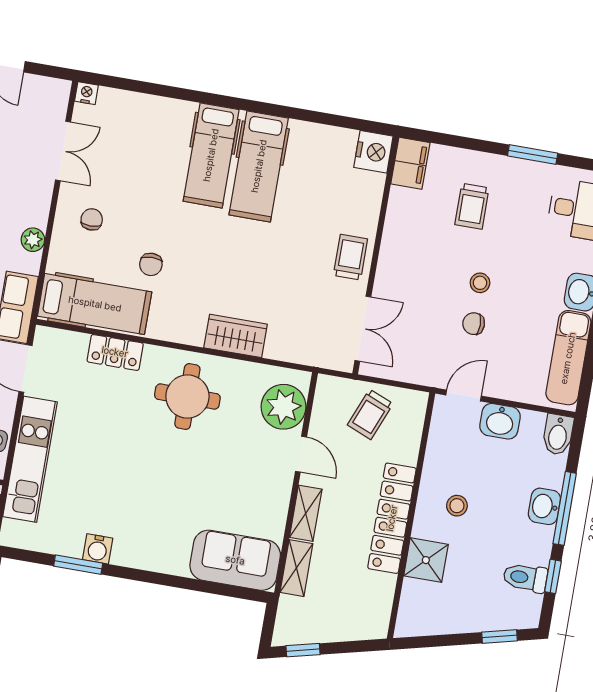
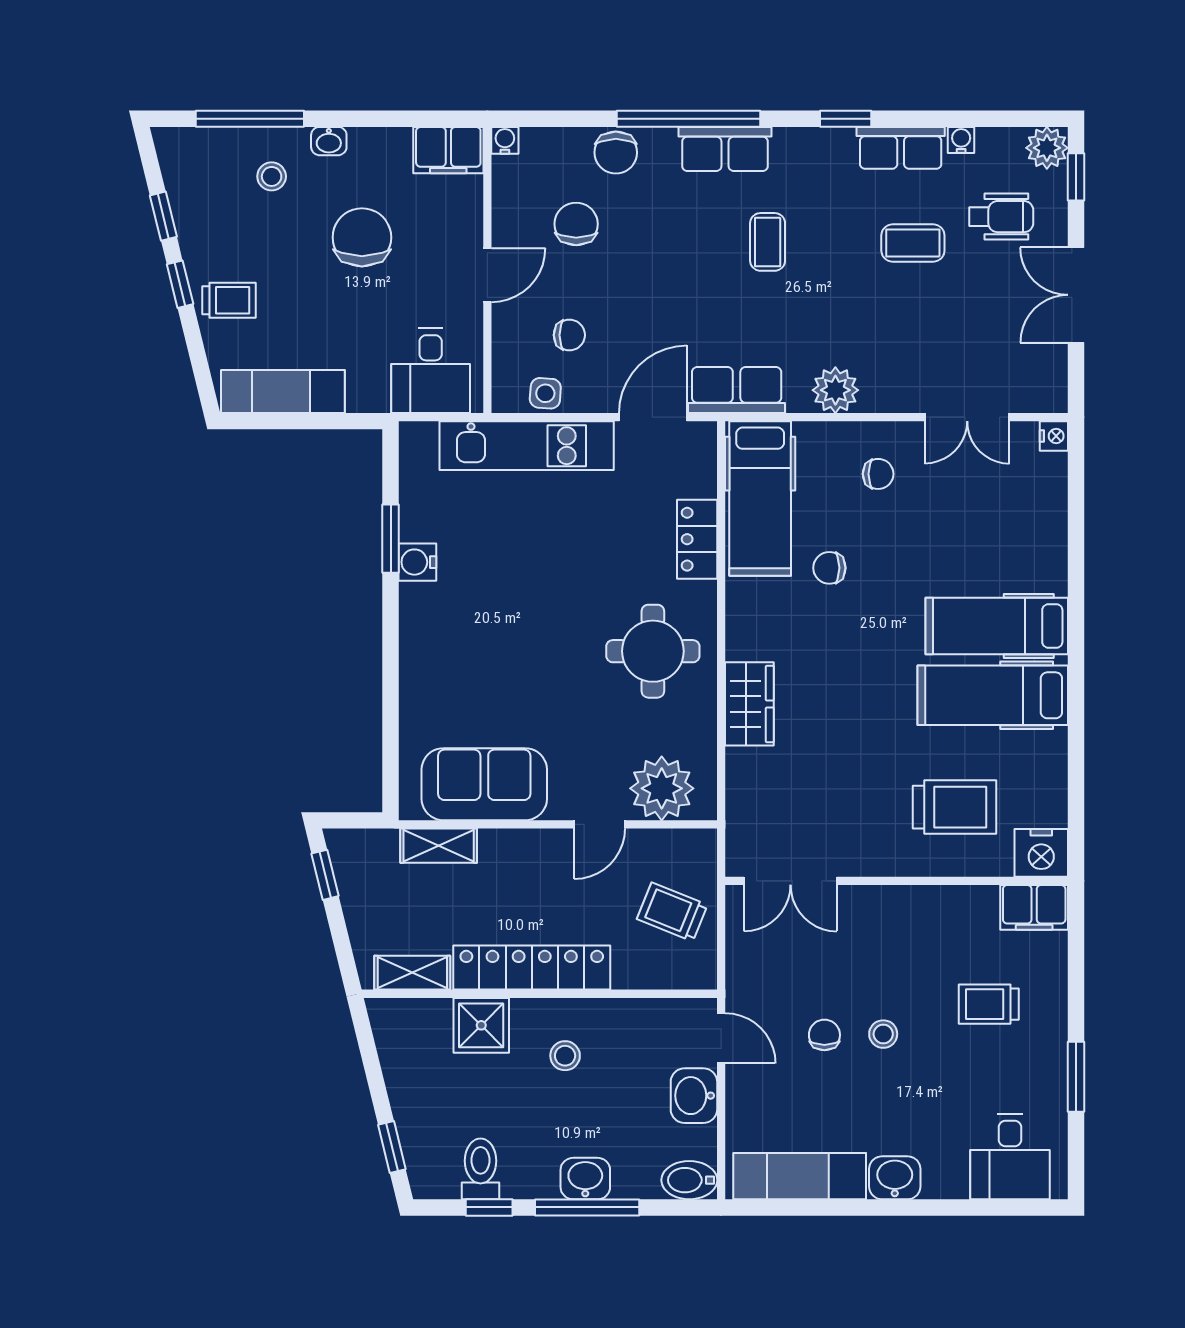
plant: (33, 240) -> (835, 390), width x1.38, depth x1.38
trolley: (350, 257) -> (954, 807), moved, width x1.36, depth x1.39
shelving: (306, 513) -> (412, 973), moved
sofa: (235, 560) -> (484, 784), moved, turned -90

